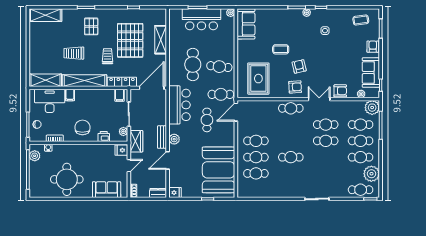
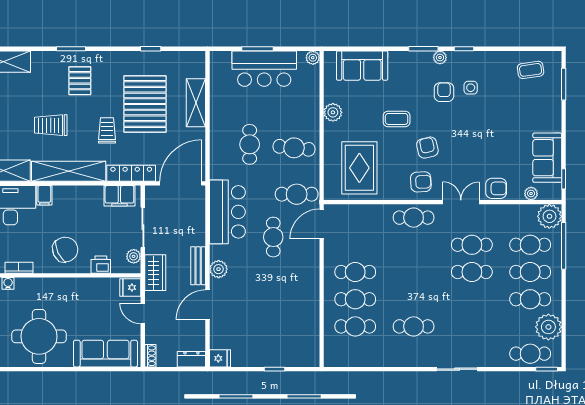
sofa: (246, 24) -> (362, 66), moved, turned 90
plant: (243, 45) -> (333, 112), added
armchair: (373, 47) -> (444, 92), moved
cafe table: (193, 64) -> (250, 144), width x0.73, depth x0.74
filing cabinet: (120, 95) -> (119, 196), width x2.00
chair: (82, 127) -> (65, 250), turned 65
cafe table: (291, 157) -> (414, 326), moved
door: (129, 166) -> (143, 313), swing flipped
booth: (219, 170) -> (293, 320), removed
sofa: (107, 190) -> (105, 354), width x1.36

